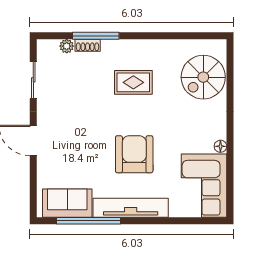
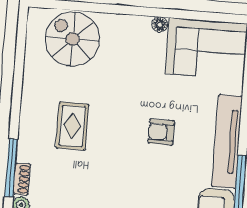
spiral stairs: (203, 77) -> (73, 39), turned 180
armchair: (134, 154) -> (161, 132), width x0.53, depth x0.53

